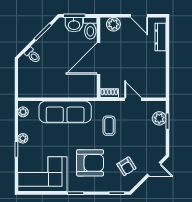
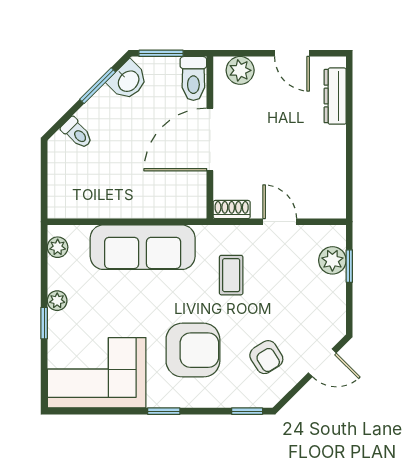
washbasin: (74, 25) -> (128, 81), moved, turned -45

